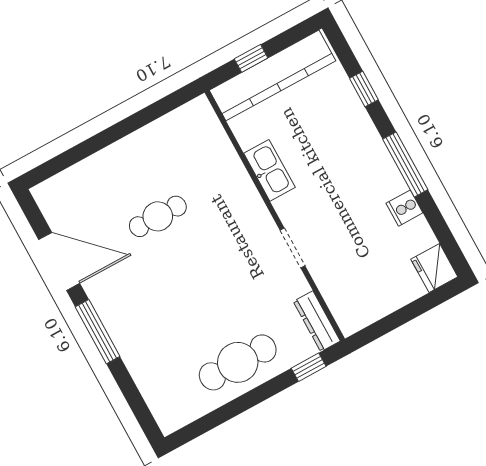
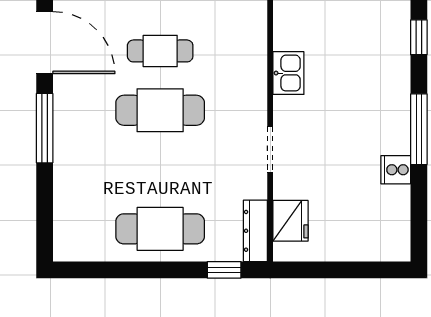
kitchen sink: (269, 170) -> (288, 73), width x0.73
cafe table: (184, 265) -> (160, 110), added
fridge: (434, 268) -> (291, 221), moved, turned 180

